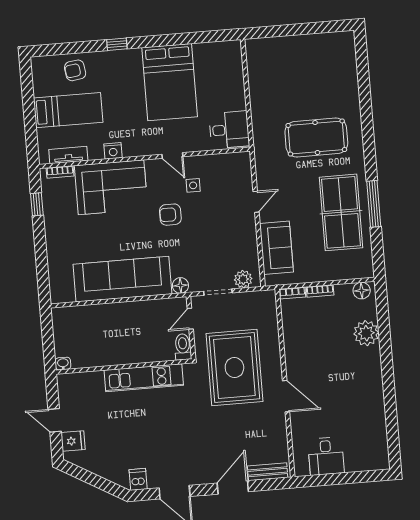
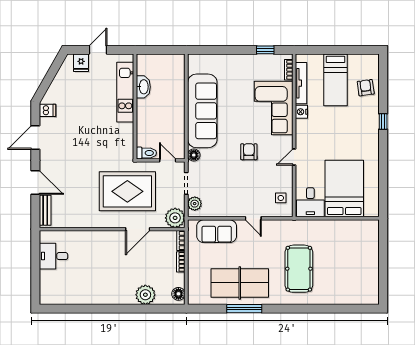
bed: (170, 82) -> (344, 189), moved, turned 90
tv unit: (68, 155) -> (301, 83), width x1.41
side table: (193, 185) -> (281, 198), moved
plant: (264, 303) -> (175, 218), added
washbasin: (63, 364) -> (143, 87), moved, width x1.91, depth x1.45
kitchen unit: (144, 378) -> (125, 92), moved
door: (286, 396) -> (138, 229), moved

